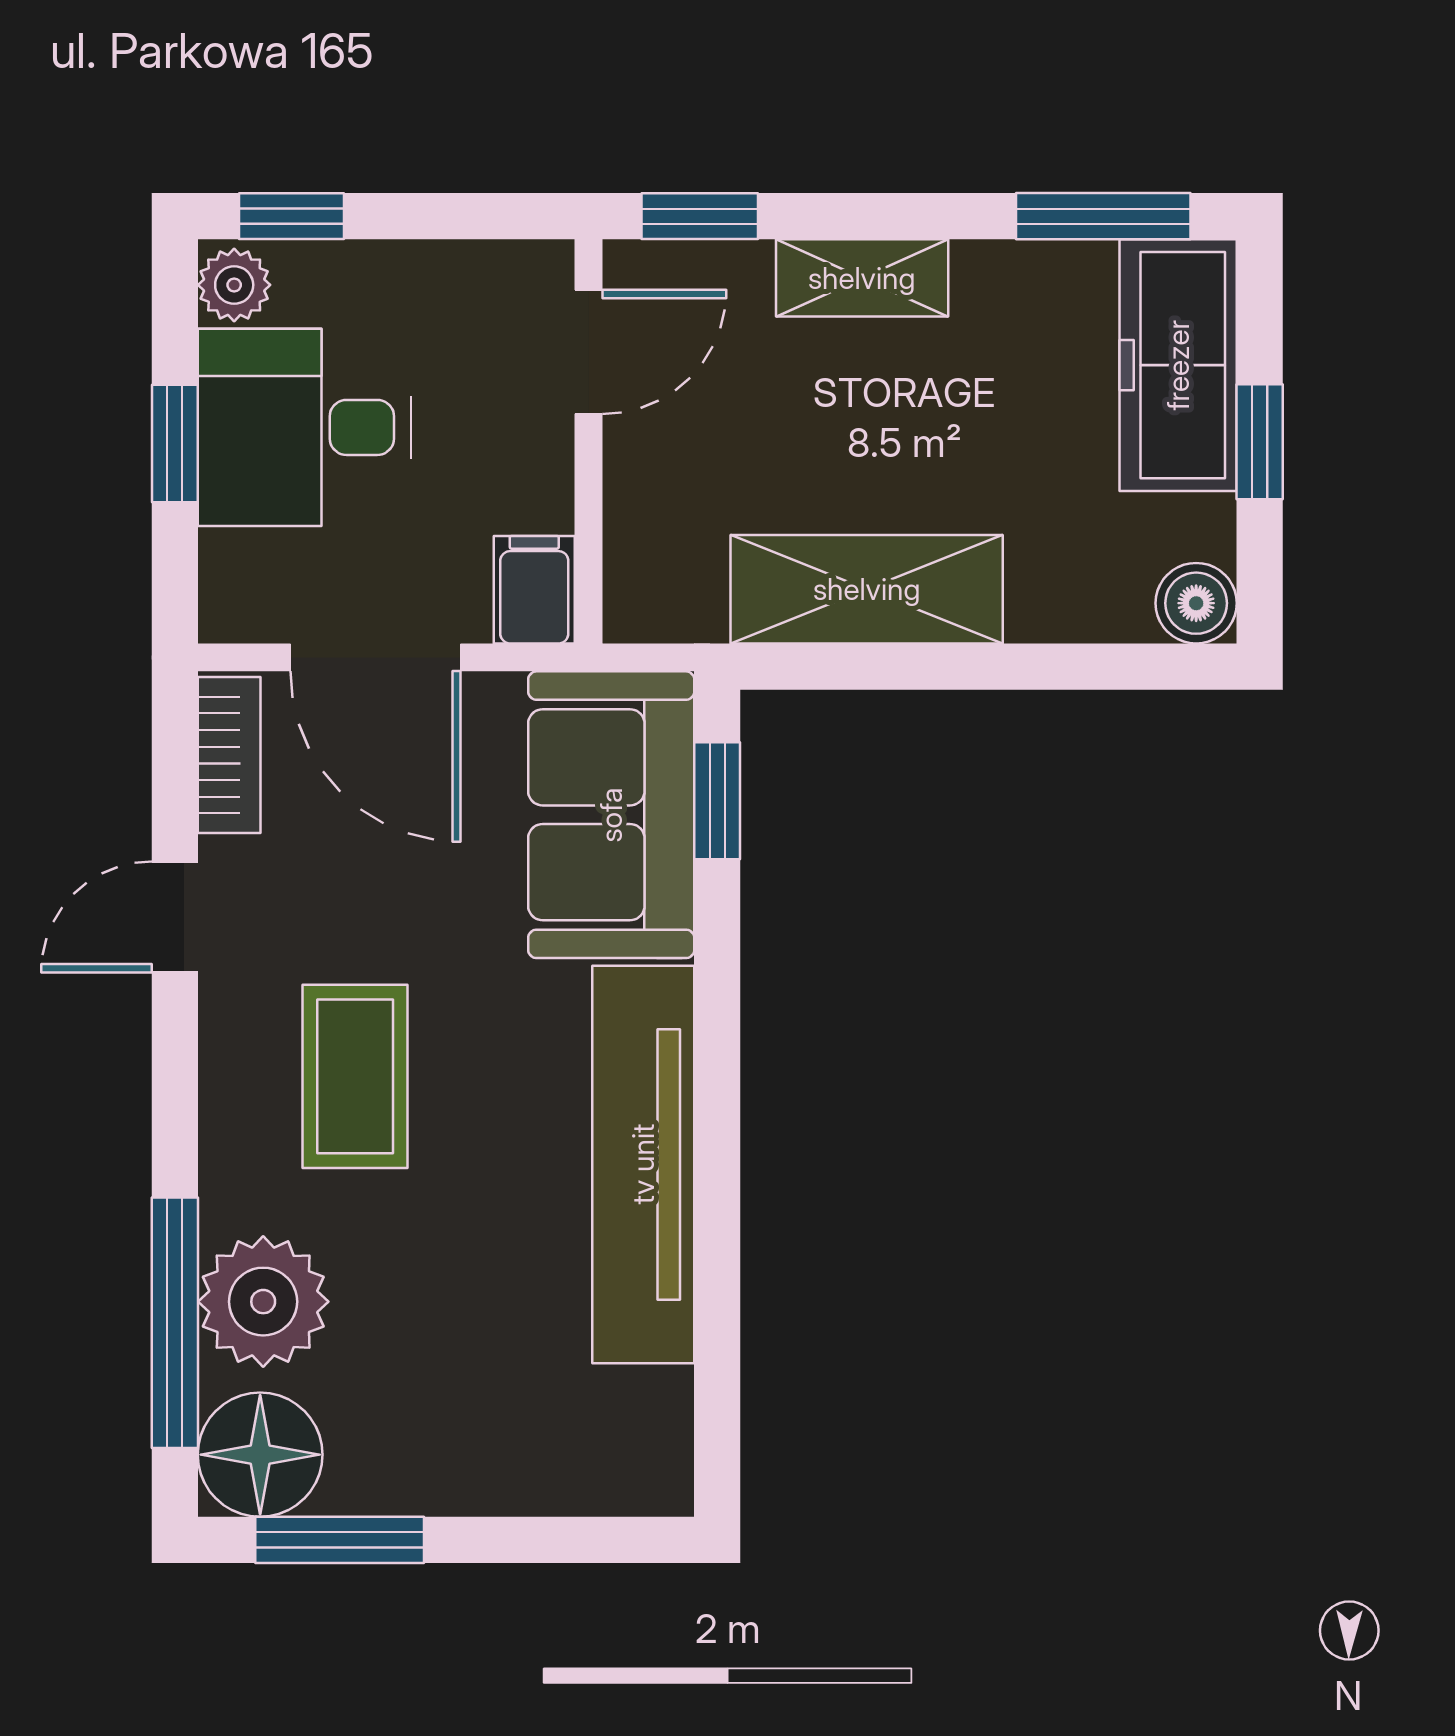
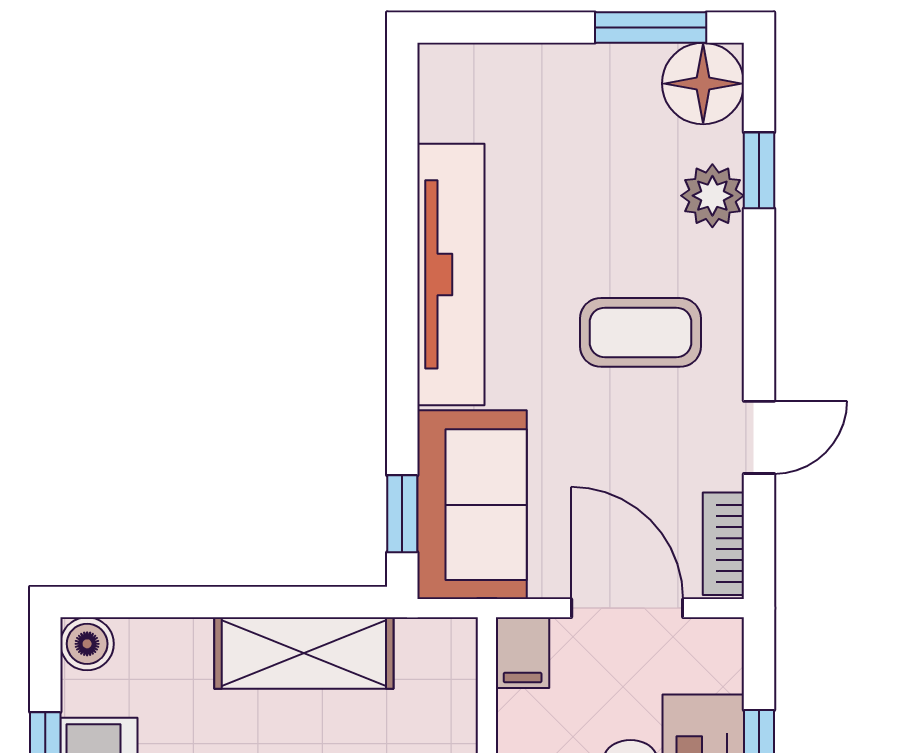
coffee table: (355, 1076) -> (640, 332), turned 90
plant: (263, 1302) -> (712, 196), width x0.73, depth x0.73
window: (175, 1323) -> (759, 170), width x0.46

